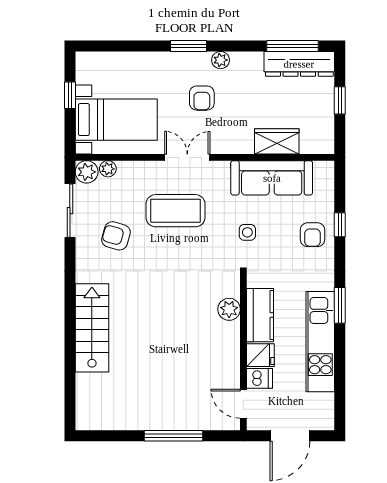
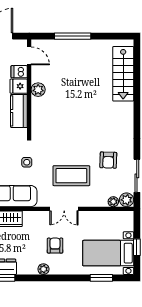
window: (188, 46) -> (101, 278), moved
bed with nightstands: (116, 120) -> (108, 253), moved
armchair: (116, 236) -> (108, 160), turned 76
plant: (229, 309) -> (38, 90), moved
stairs: (92, 328) -> (123, 74), moved

